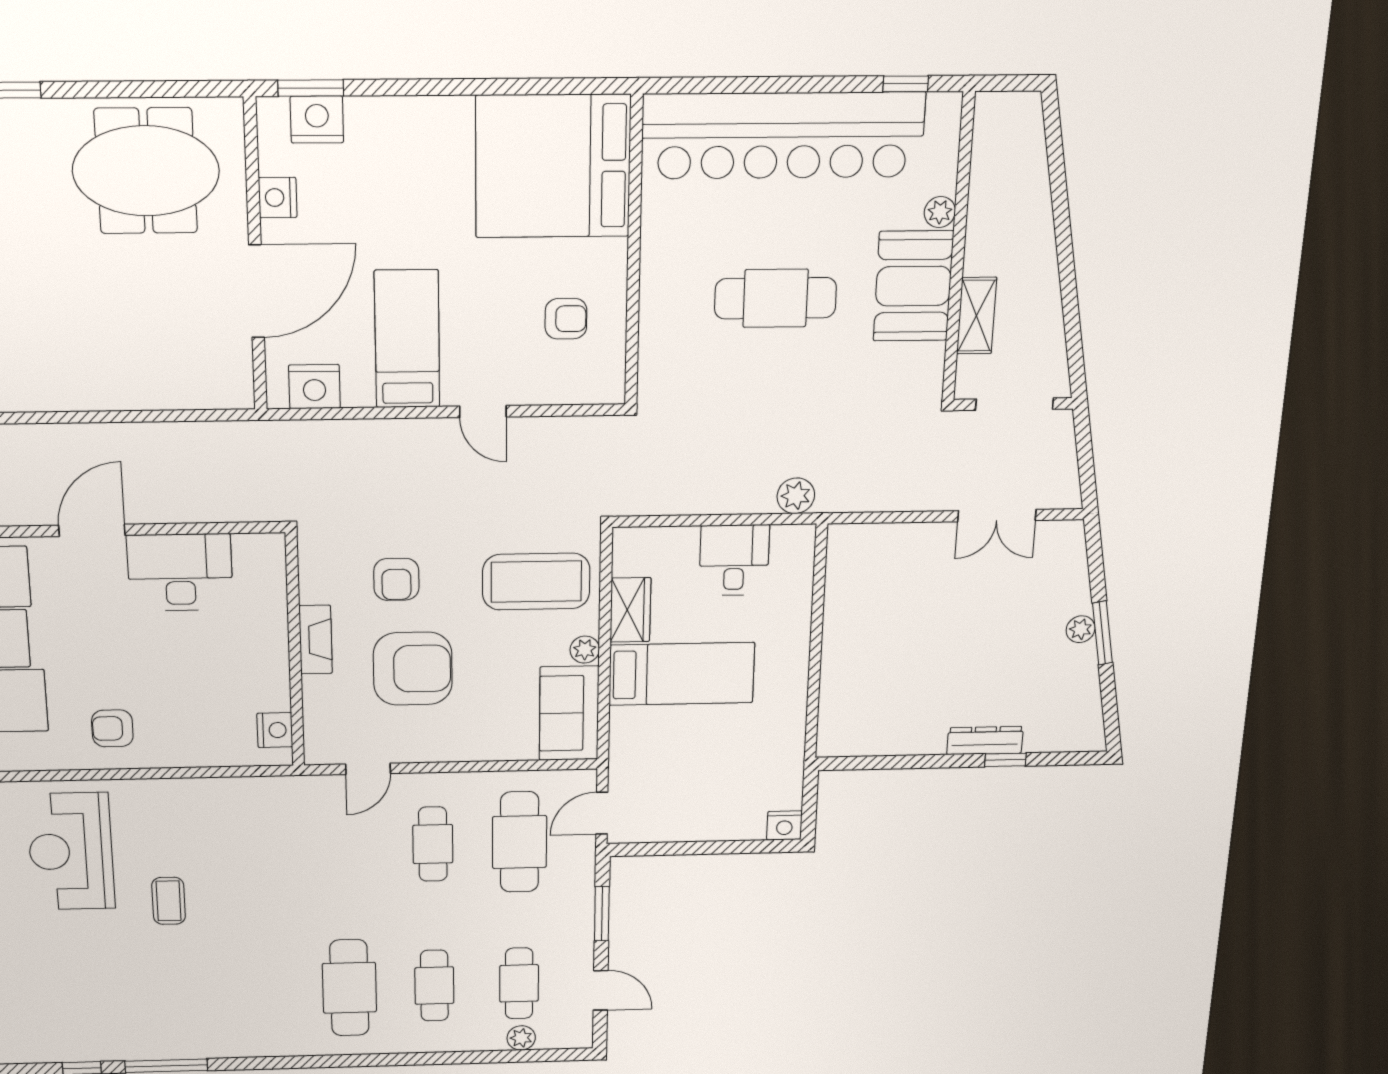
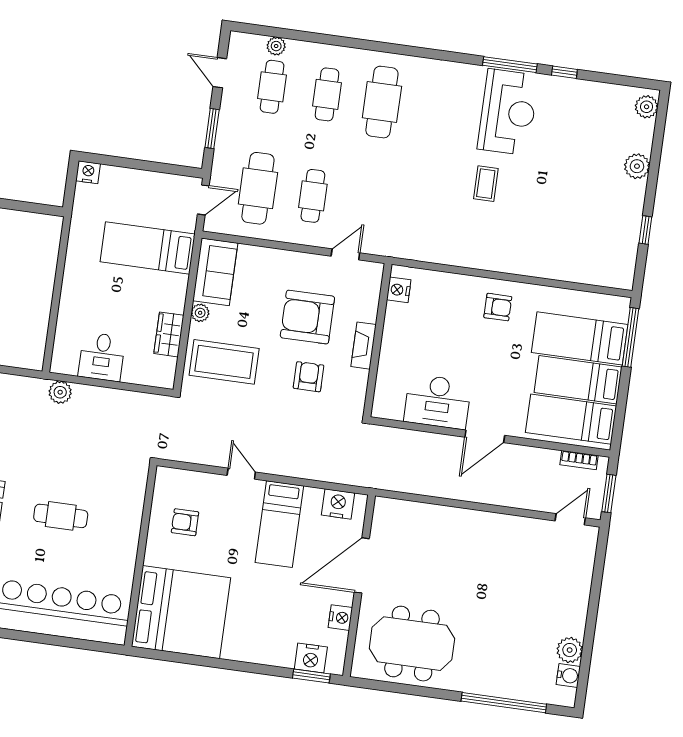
cafe table: (775, 298) -> (61, 516), width x0.73, depth x0.74
bed: (682, 674) -> (148, 248), moved
reception desk: (71, 851) -> (508, 112), moved

